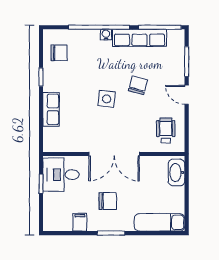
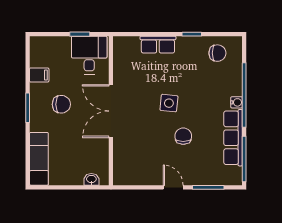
chair: (59, 53) -> (217, 53), turned -90
chair: (138, 85) -> (183, 136), turned -105
door: (187, 95) -> (173, 187), hinge flipped
wheelchair: (166, 131) -> (136, 165), removed
washbasin: (177, 172) -> (91, 179), width x0.52, depth x0.69
chair: (108, 201) -> (61, 104), turned -90

